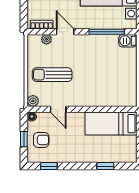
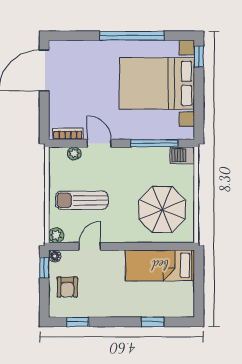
parasol: (113, 82) -> (162, 210), added
door: (58, 109) -> (90, 246), swing flipped
window: (24, 139) -> (44, 268), moved
armchair: (41, 140) -> (67, 287), turned 90

